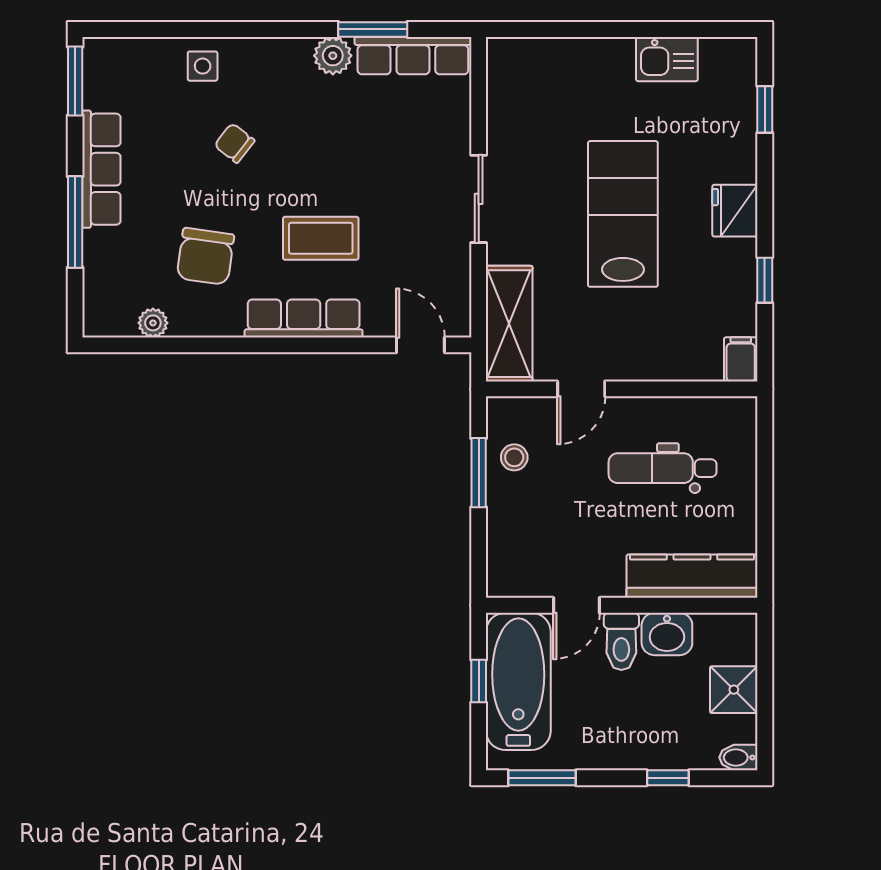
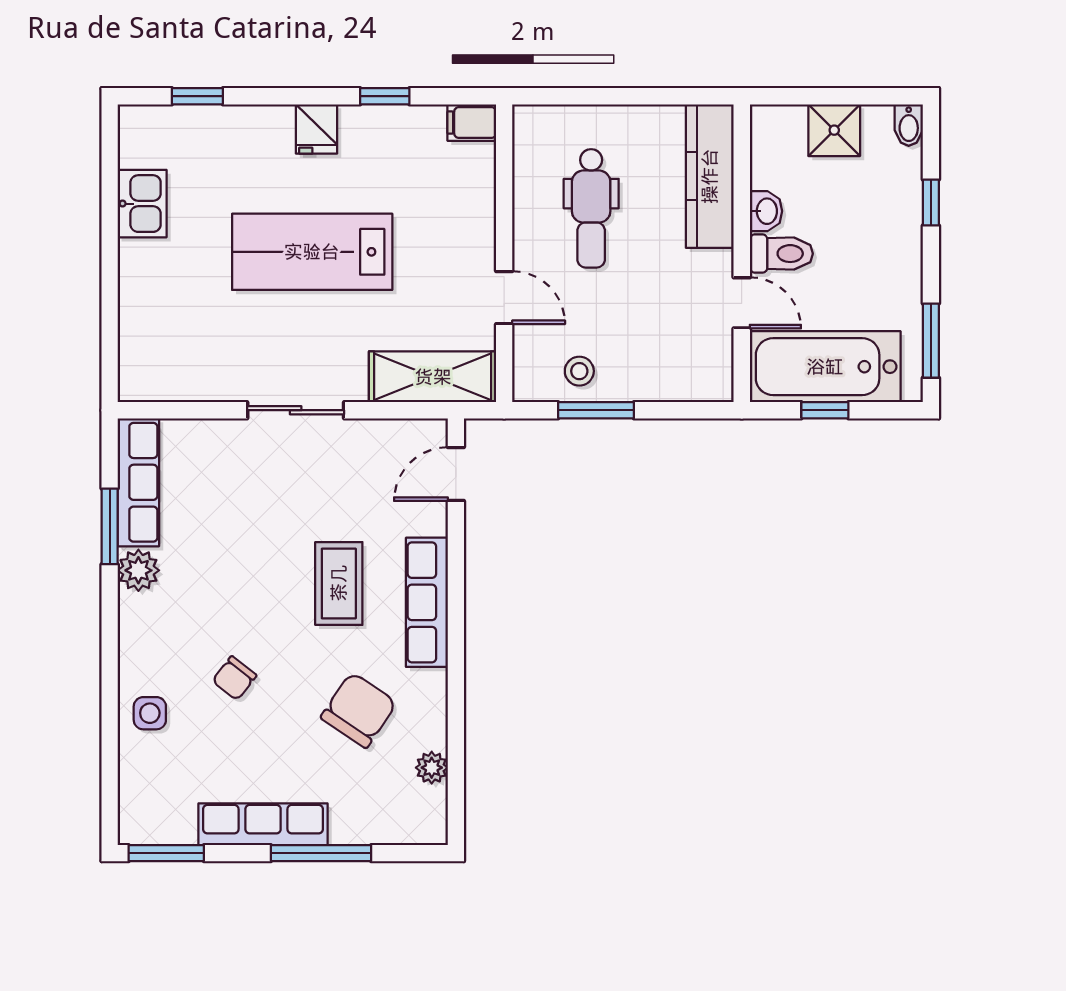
fridge: (735, 211) -> (316, 129), width x0.72
chair: (205, 256) -> (359, 710), turned -64
washbasin: (667, 634) -> (766, 211), width x0.72, depth x0.69

